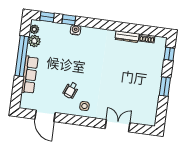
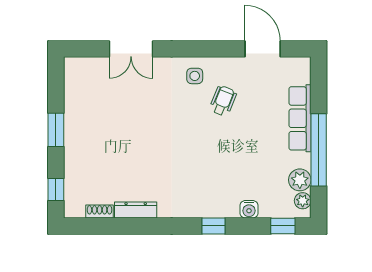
window: (69, 20) -> (214, 226), moved
water cooler: (76, 30) -> (249, 209), moved

